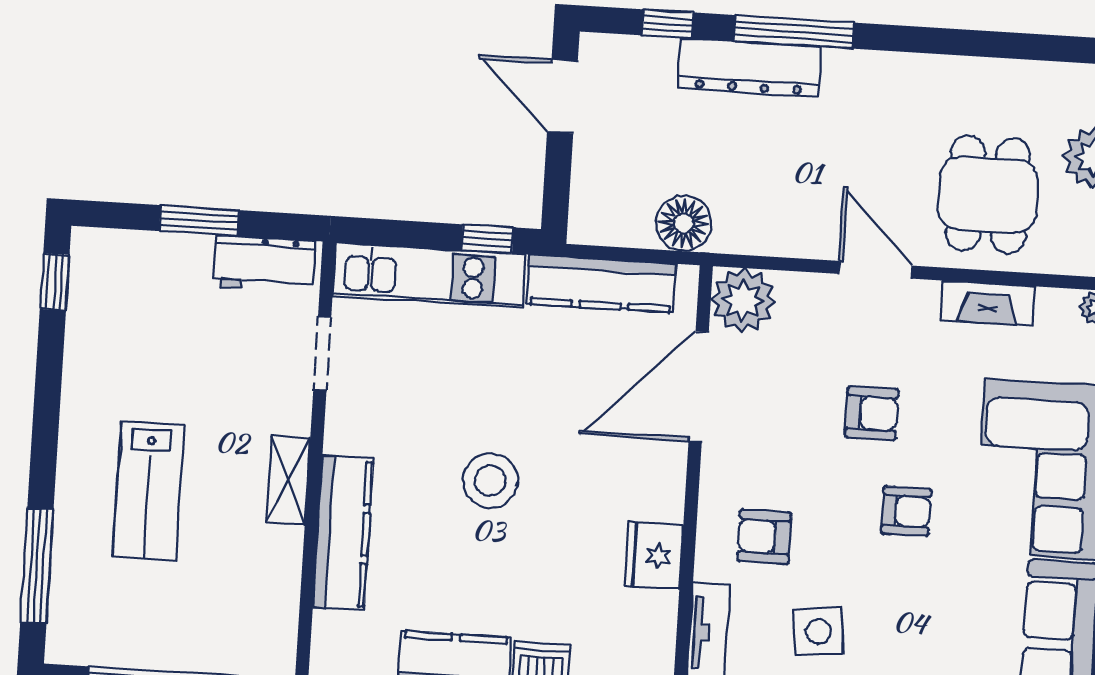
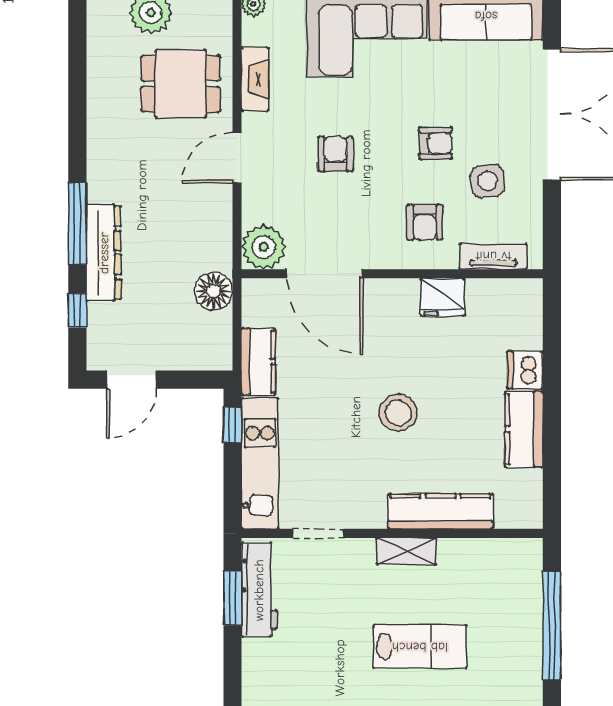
window: (199, 221) -> (233, 598), moved
workbench: (264, 264) -> (259, 590), width x1.37
kitchen counter: (601, 284) -> (258, 362), width x0.67
armchair: (906, 511) -> (435, 143), moved, turned 90

